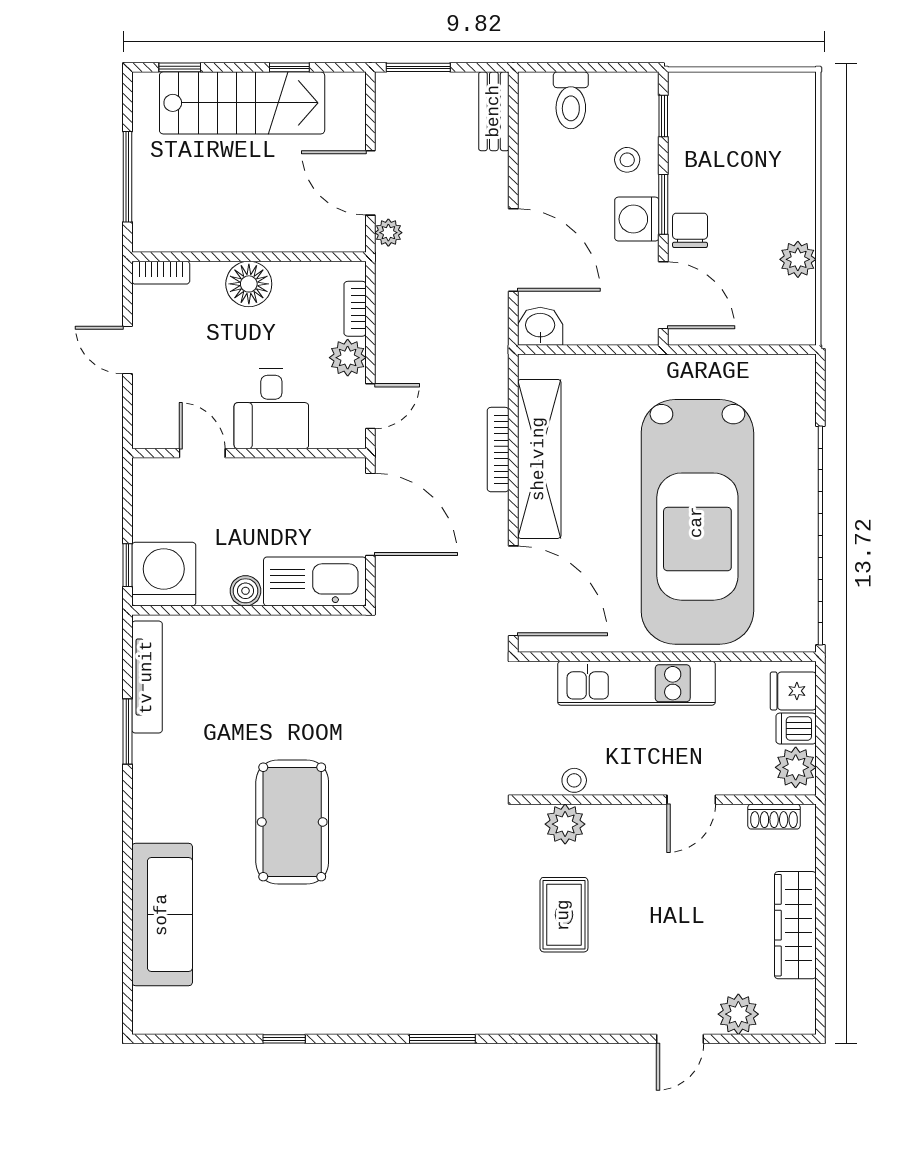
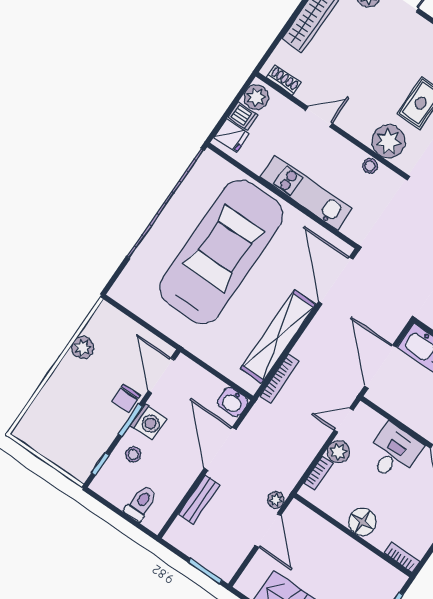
bench: (494, 111) -> (199, 500), moved
bookcase: (498, 450) -> (279, 378), moved
plant: (565, 824) -> (388, 141), width x1.36, depth x1.36

